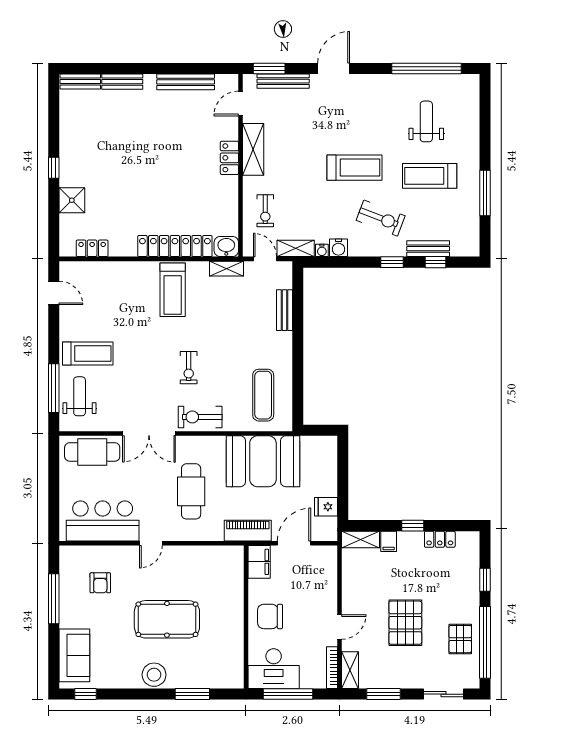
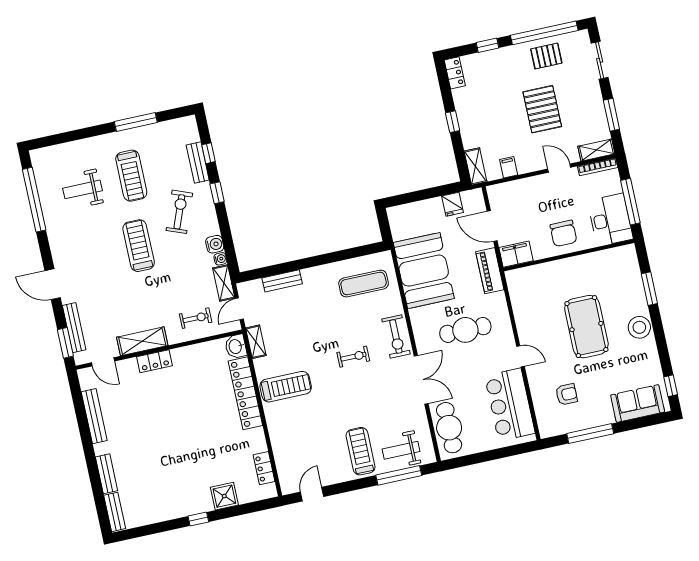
locker: (440, 539) -> (455, 73), moved
filing cabinet: (389, 541) -> (509, 167), moved, turned -90
pallet: (405, 623) -> (542, 109), turned 90

